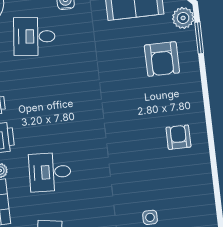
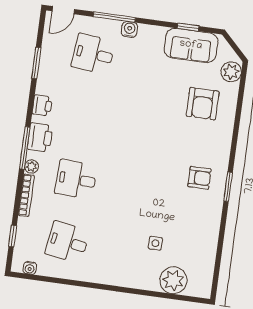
window: (199, 38) -> (228, 187), moved
armchair: (178, 137) -> (199, 178), turned 90

